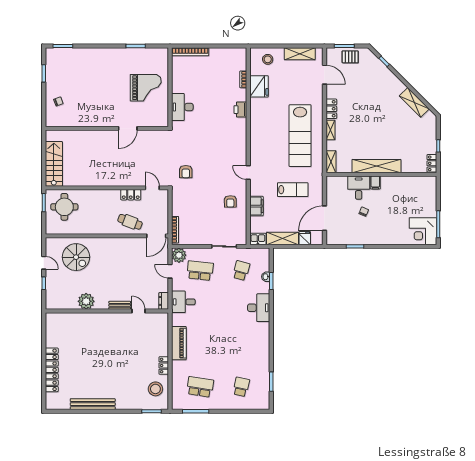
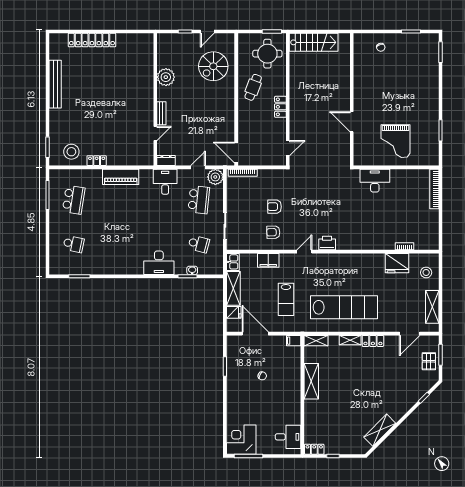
printer: (240, 110) -> (327, 243), moved
lab bench: (300, 136) -> (344, 307), turned 180
shelving: (376, 166) -> (311, 381), width x0.68
armchair: (186, 172) -> (274, 207), moved
filing cabinet: (375, 182) -> (294, 341), moved
desk: (359, 188) -> (288, 437), moved
locker: (131, 195) -> (280, 107), moved
cafe table: (130, 222) -> (253, 87), moved

